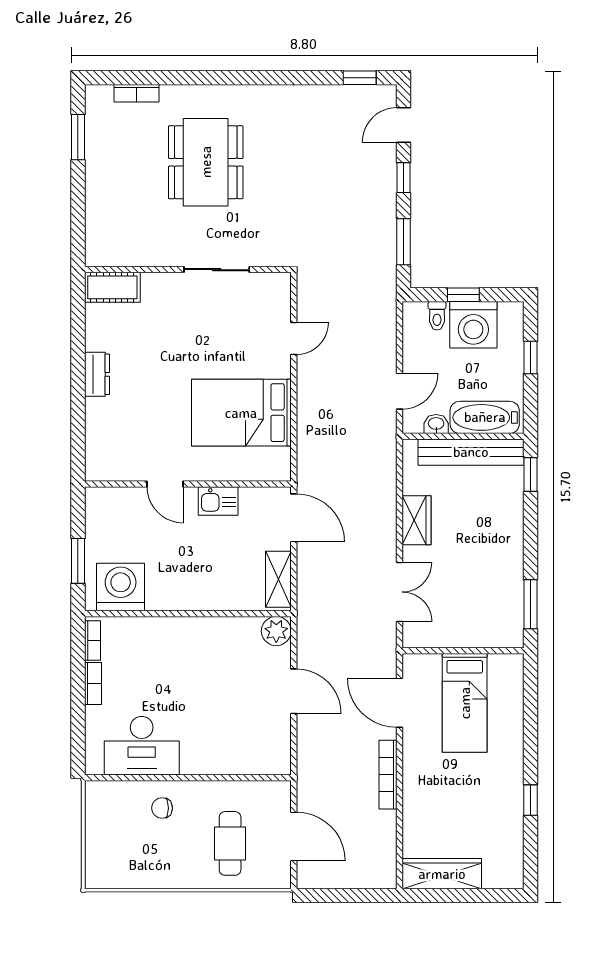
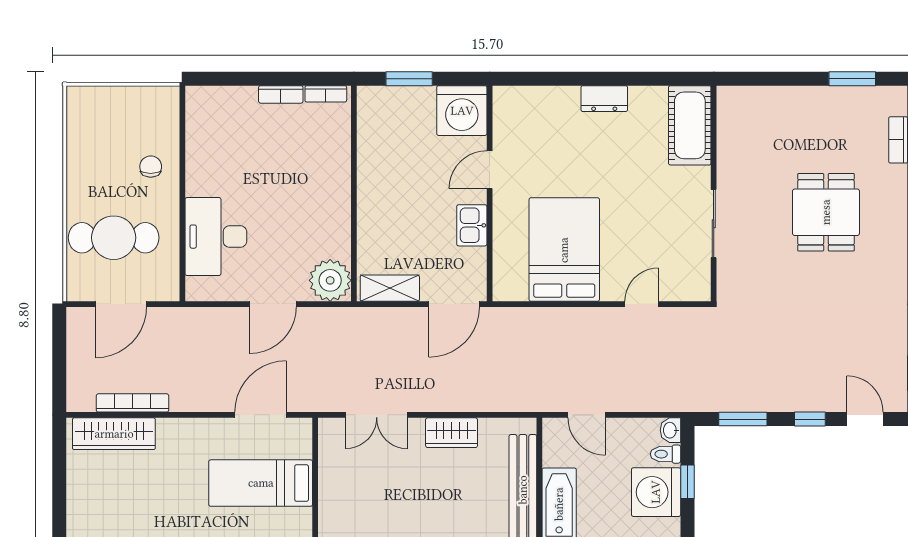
dining table: (206, 162) -> (826, 212), width x0.73
cot: (112, 287) -> (690, 125), width x1.37, depth x1.34
door: (294, 338) -> (642, 304), swing flipped
washbasin: (436, 424) -> (670, 430), moved, turned 180
washing machine: (121, 587) -> (462, 111), moved, turned 90
plant: (276, 631) -> (330, 280), width x1.36, depth x1.36
desk: (142, 746) -> (216, 237), moved
bookcase: (388, 775) -> (132, 403), moved
cafe table: (230, 843) -> (114, 238), width x1.37, depth x1.35
wardrobe: (442, 874) -> (114, 434), moved, turned 90

